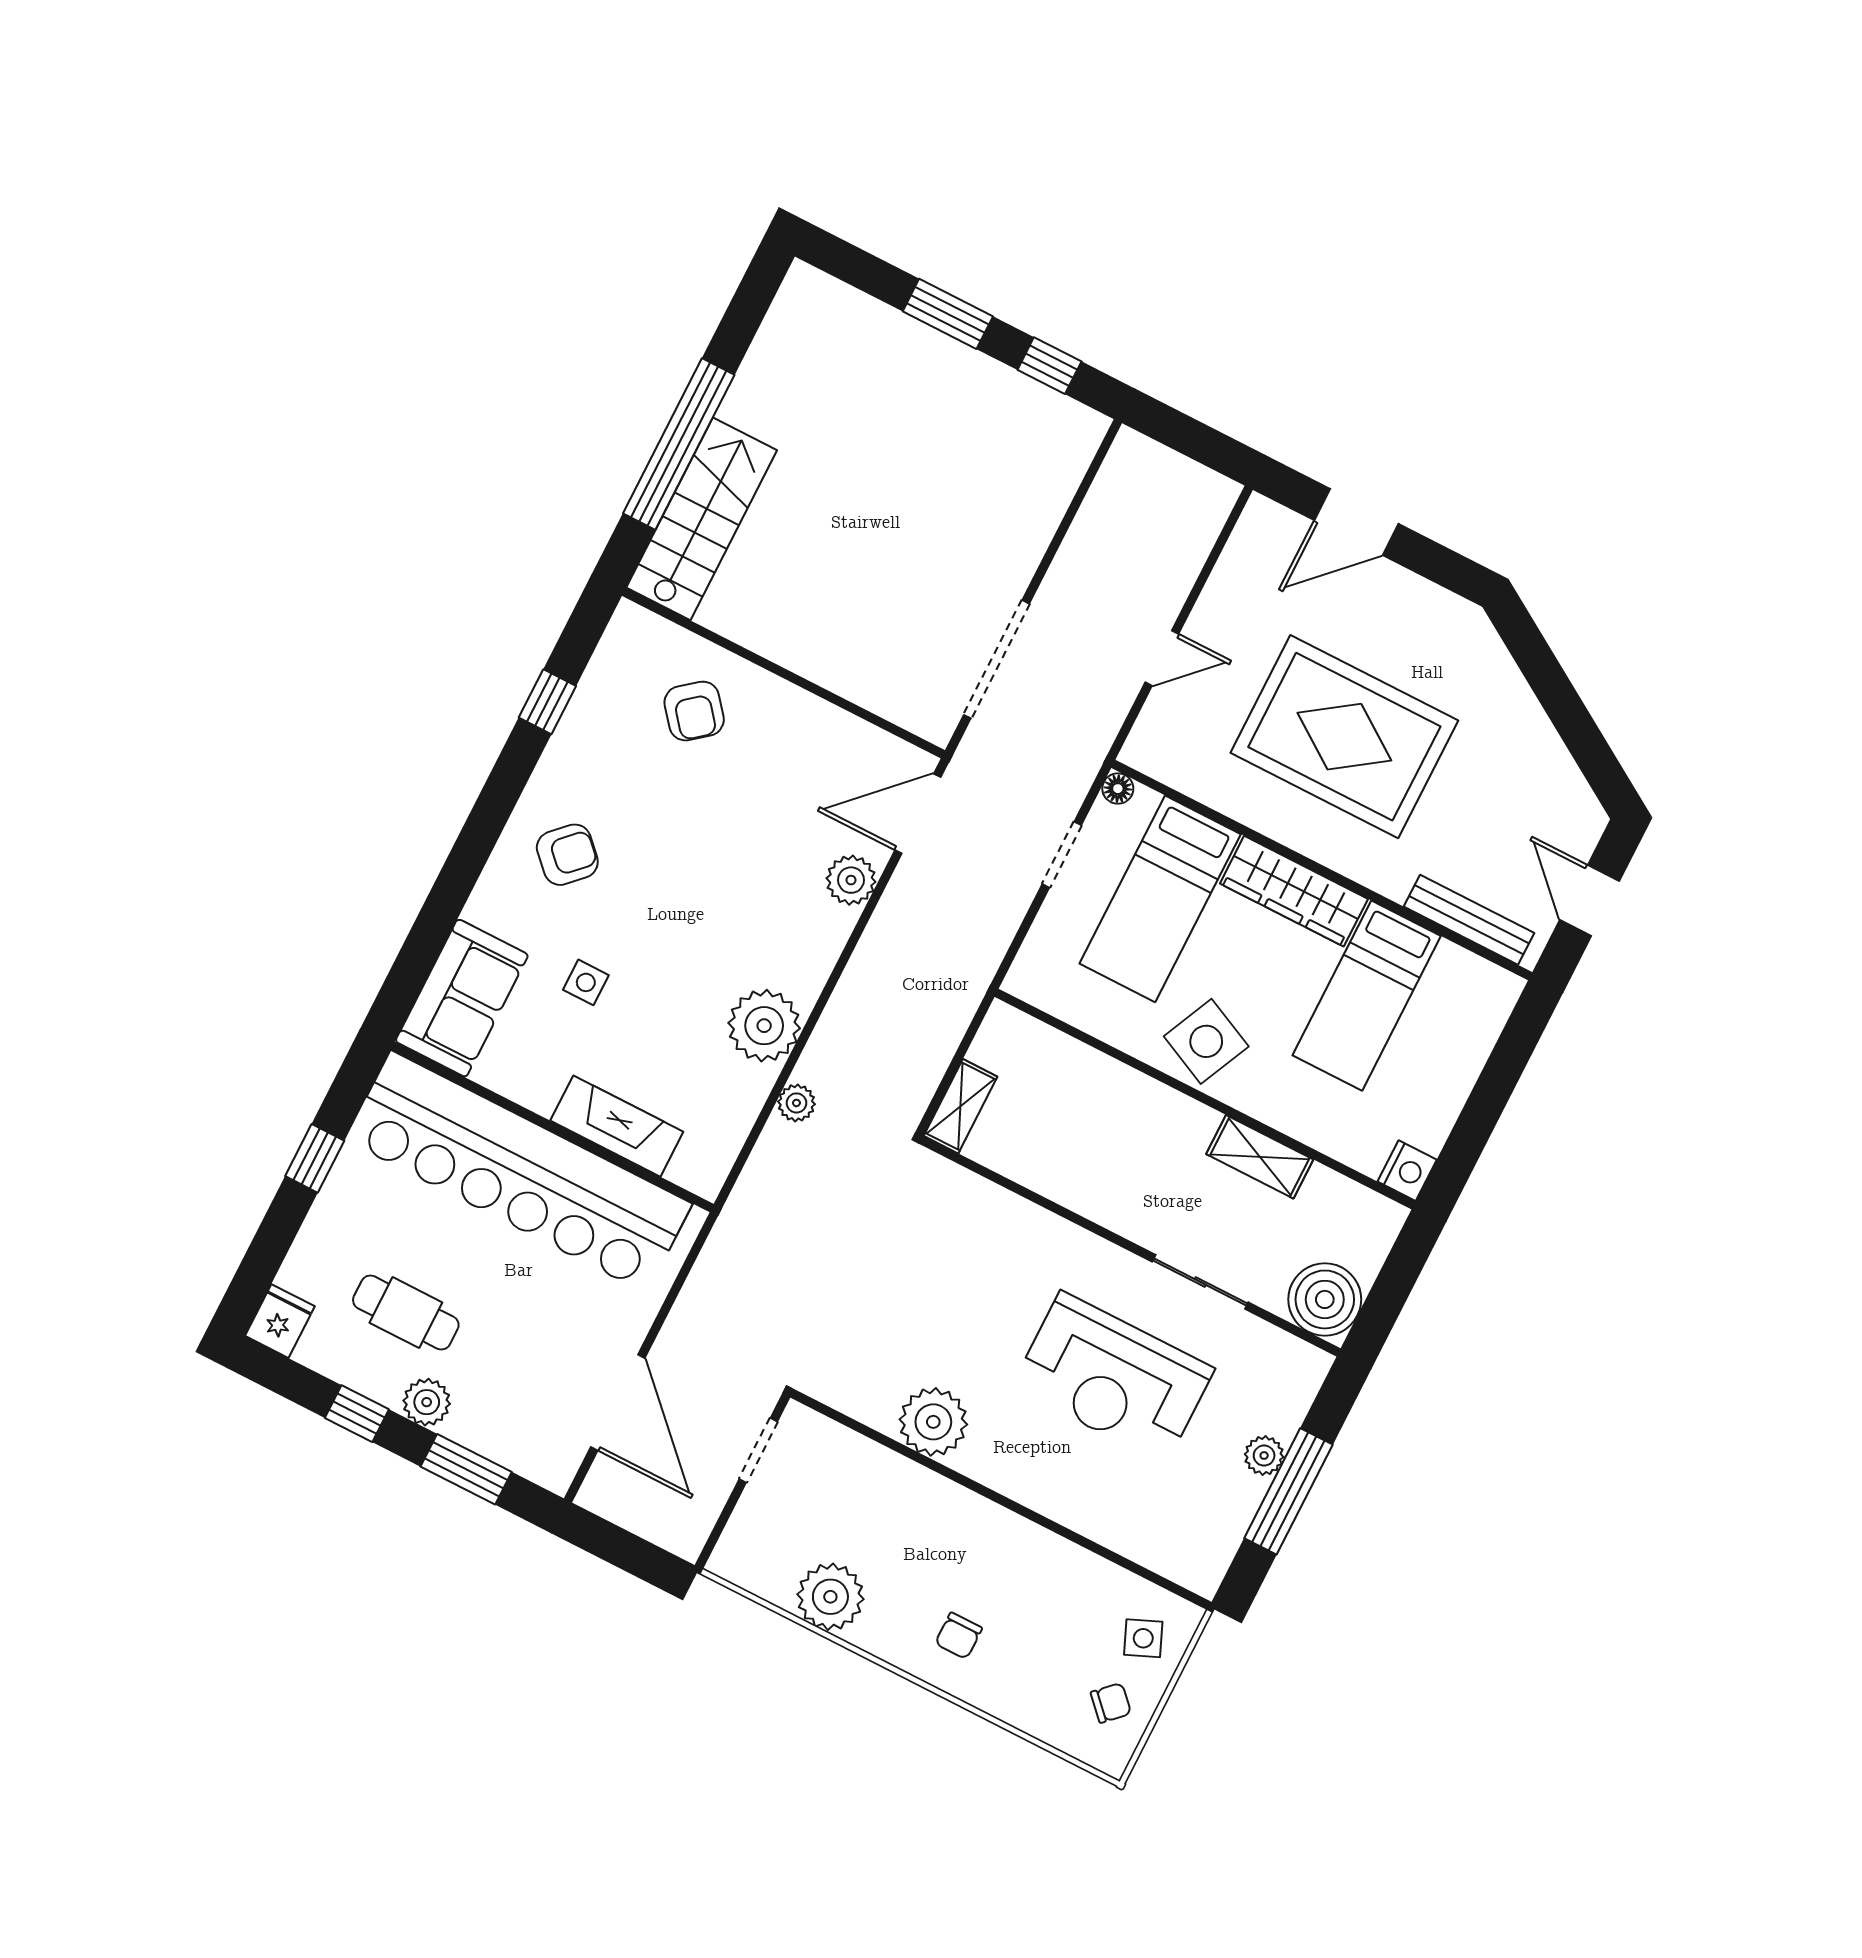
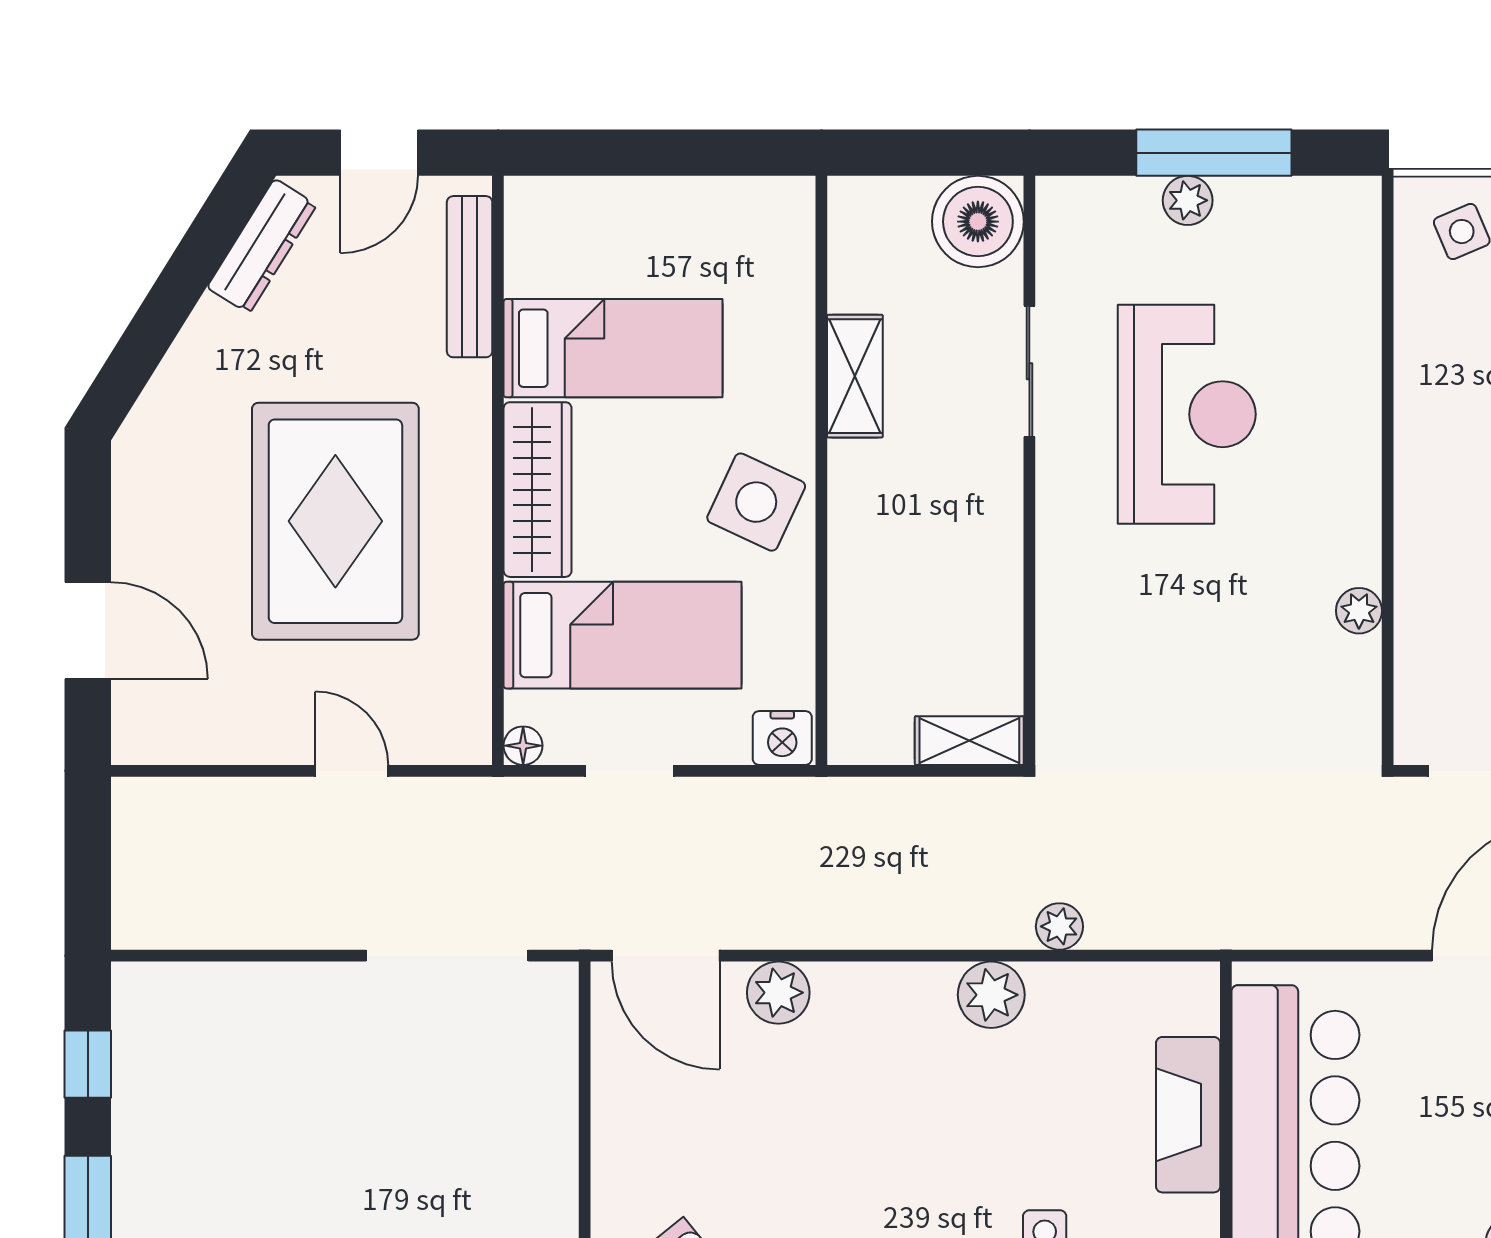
dresser: (1566, 784) -> (262, 246), added
plant: (764, 1026) -> (991, 995), width x0.73, depth x0.73
nightstand: (1407, 1171) -> (782, 738), moved, turned 180
plant: (933, 1422) -> (1359, 611), width x0.53, depth x0.53

